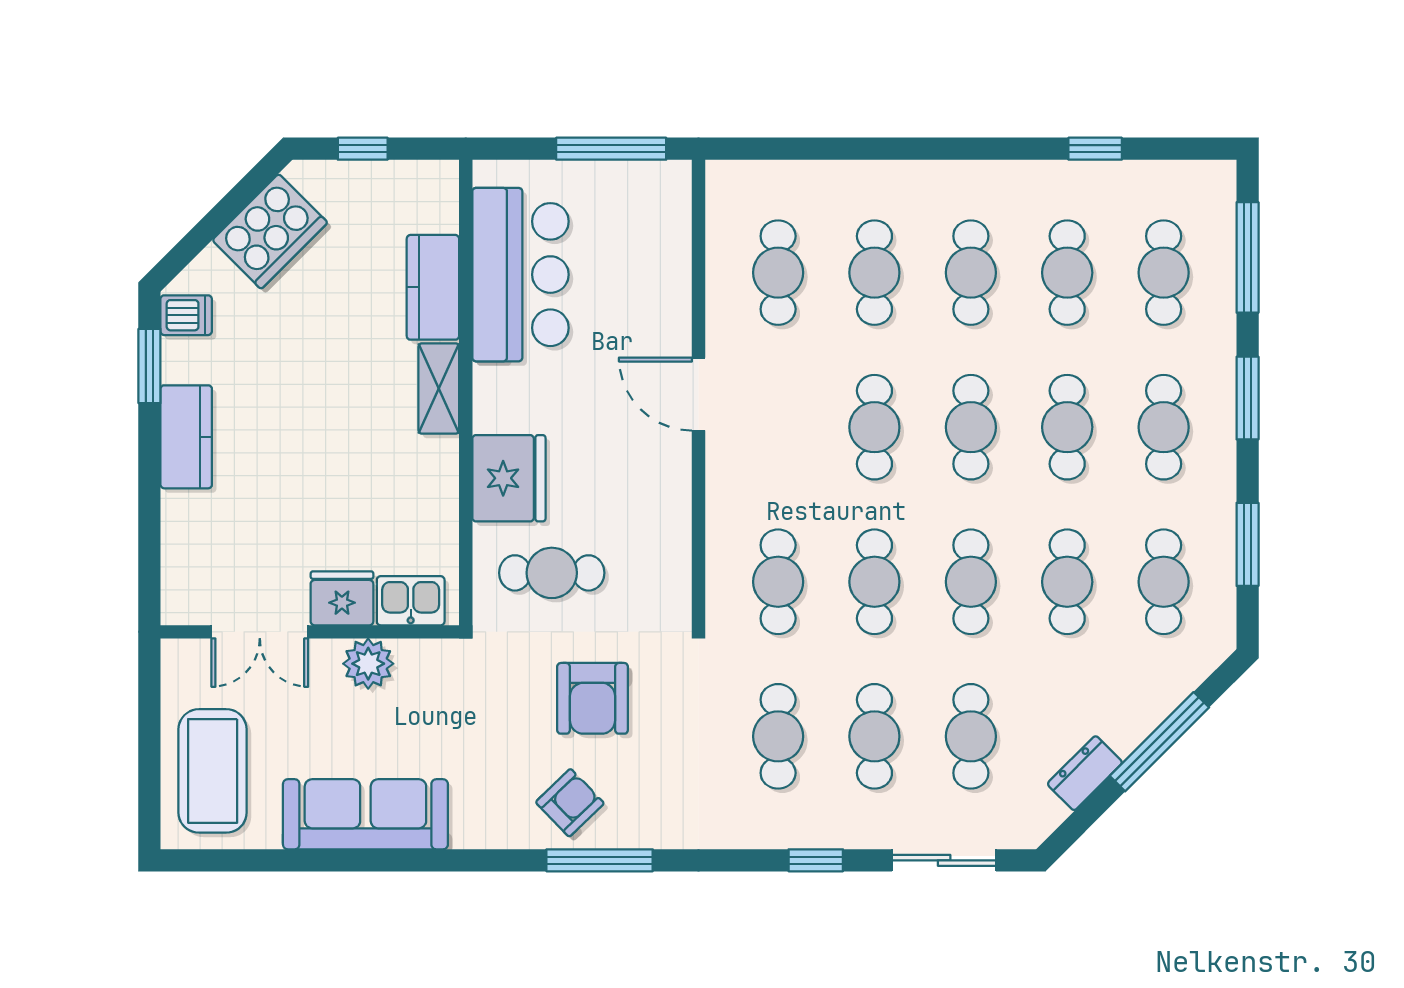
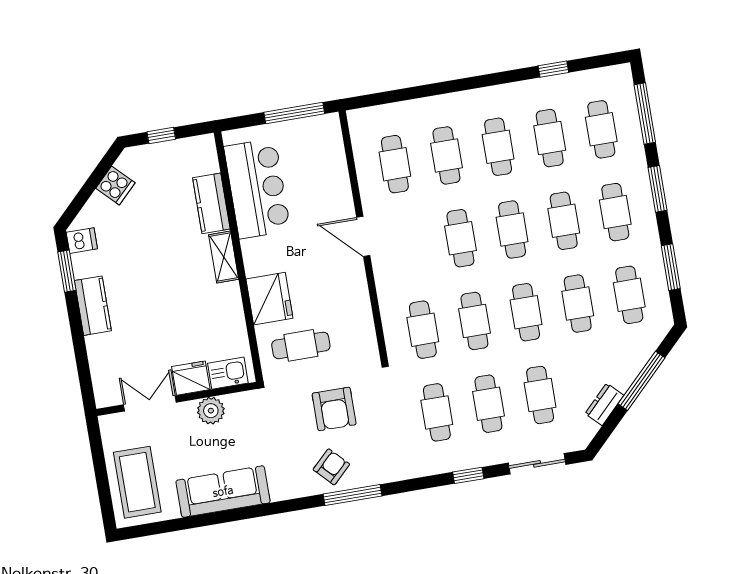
cooker: (270, 231) -> (115, 186), width x0.53, depth x0.76
double door: (260, 632) -> (150, 403), swing flipped

